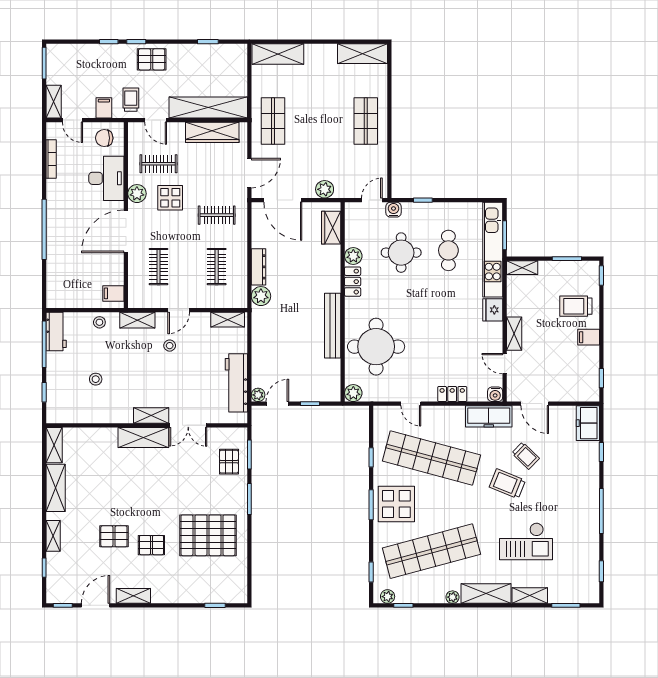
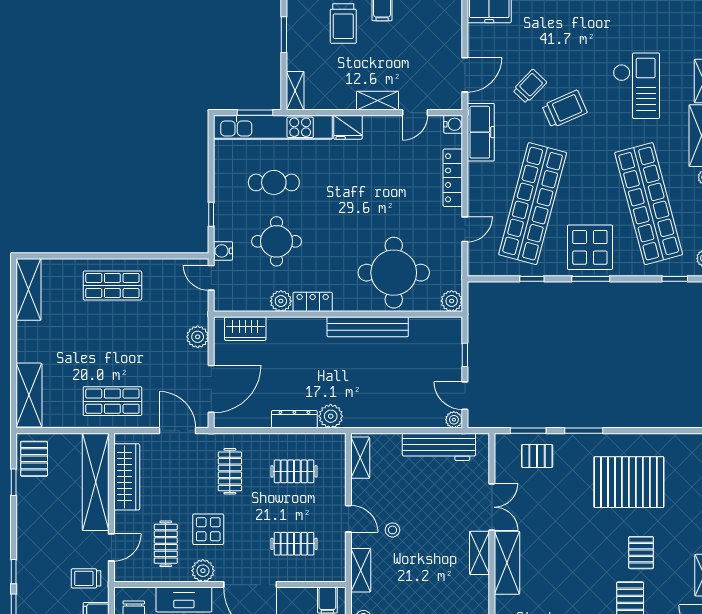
pallet: (152, 59) -> (34, 459), moved
locker: (452, 394) -> (453, 178), width x1.53
trolley: (507, 484) -> (565, 109), turned -136
pallet: (208, 535) -> (629, 482), turned 90

